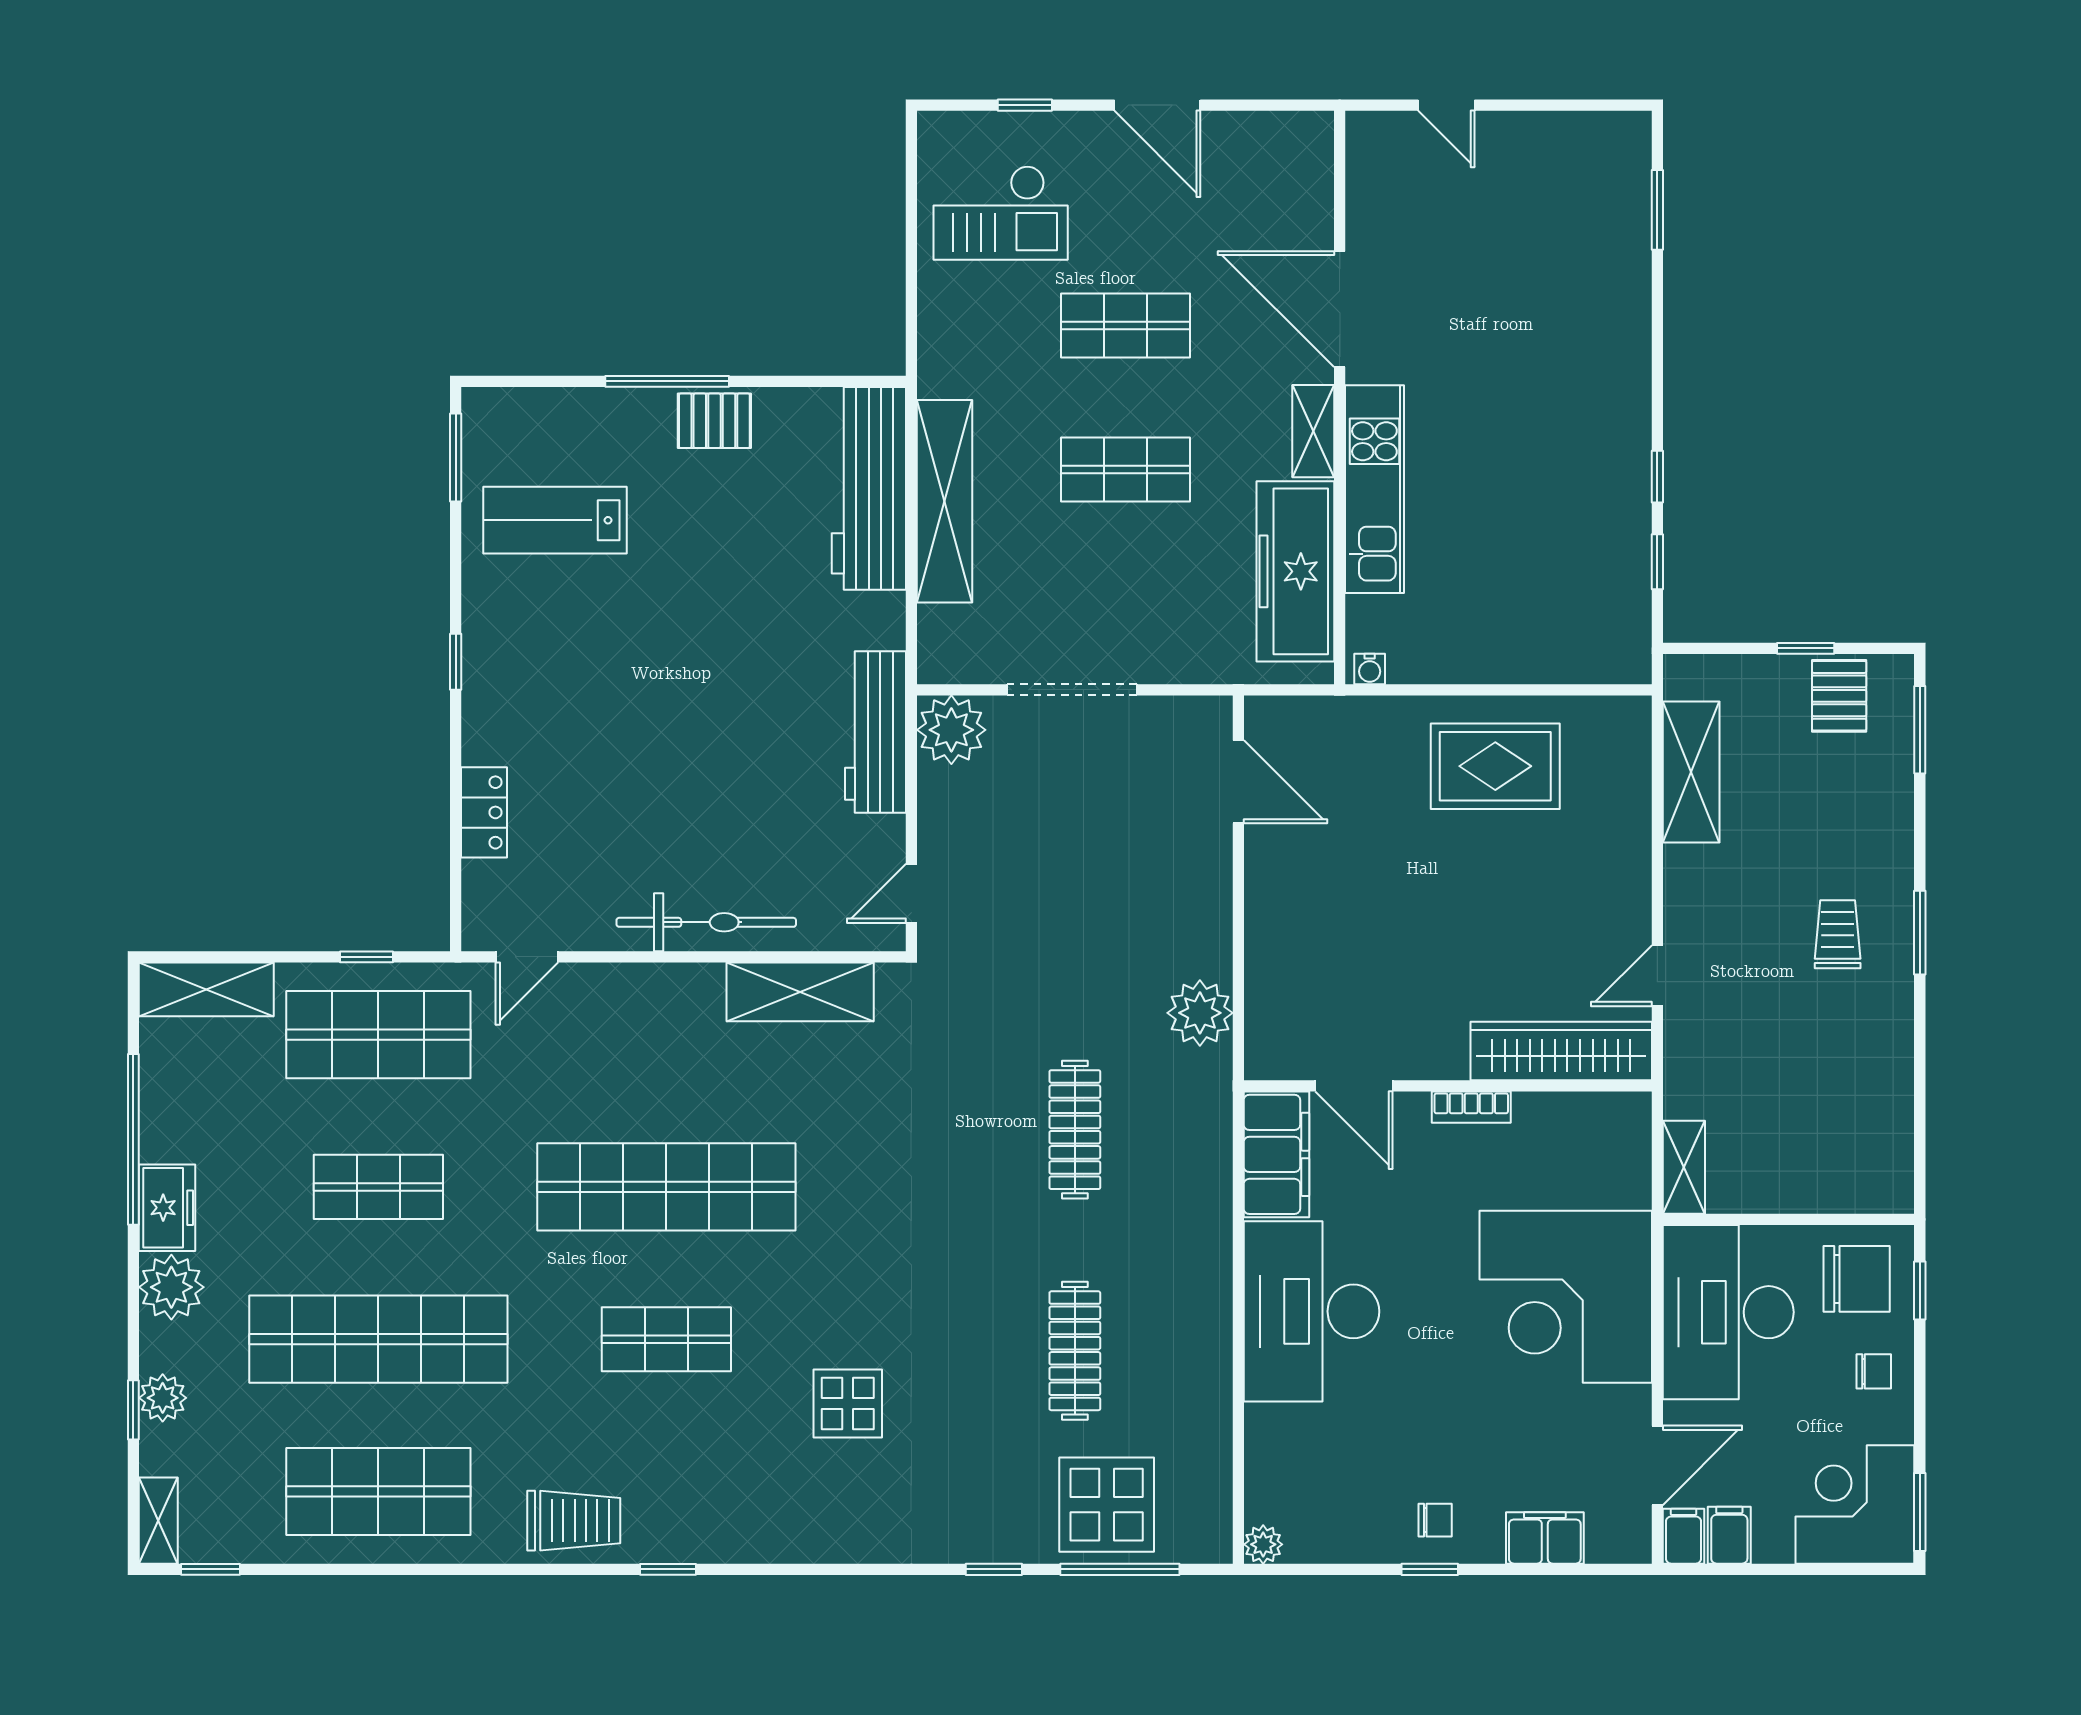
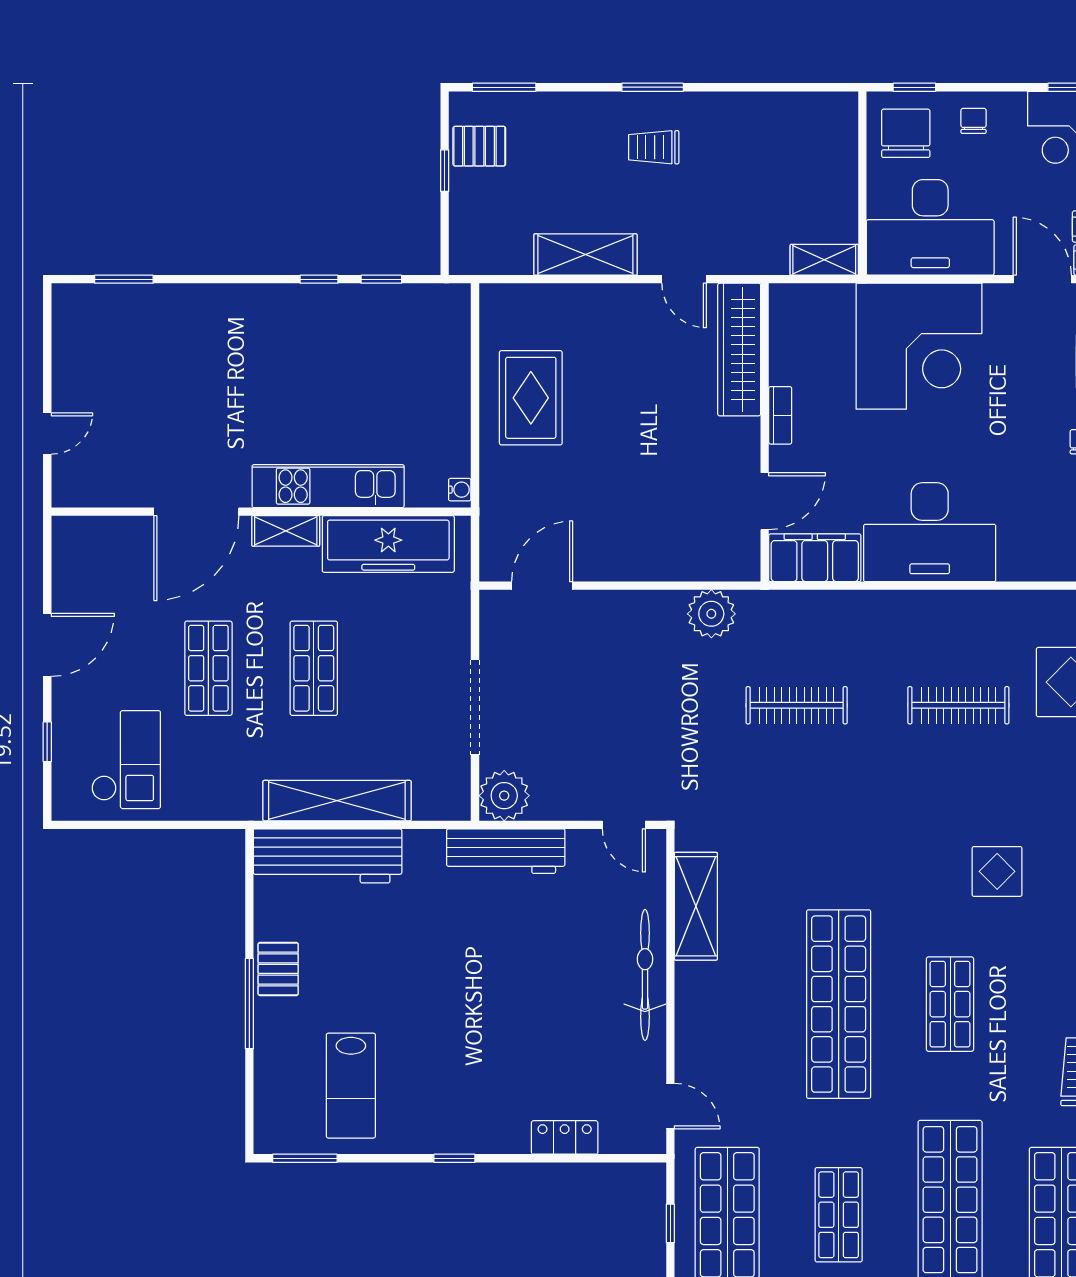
shelving: (1691, 772) -> (585, 254), moved

